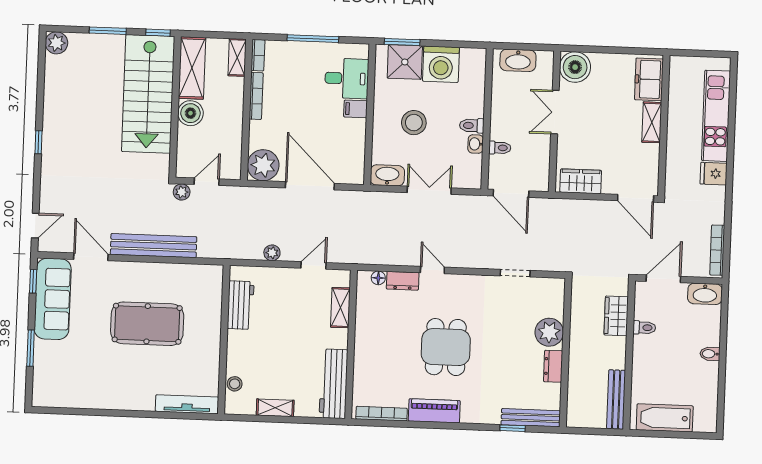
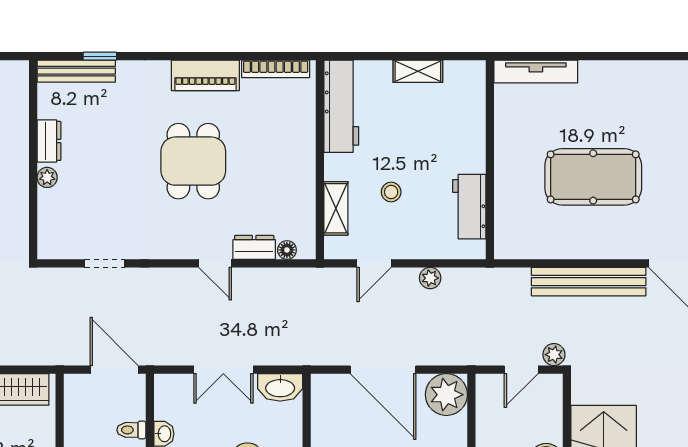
plant: (549, 332) -> (47, 177), width x0.53, depth x0.53
stool: (235, 384) -> (391, 192), moved

